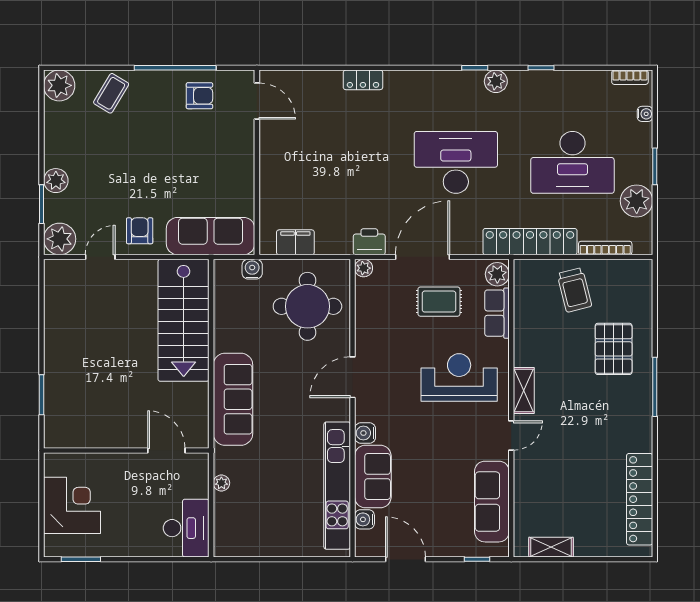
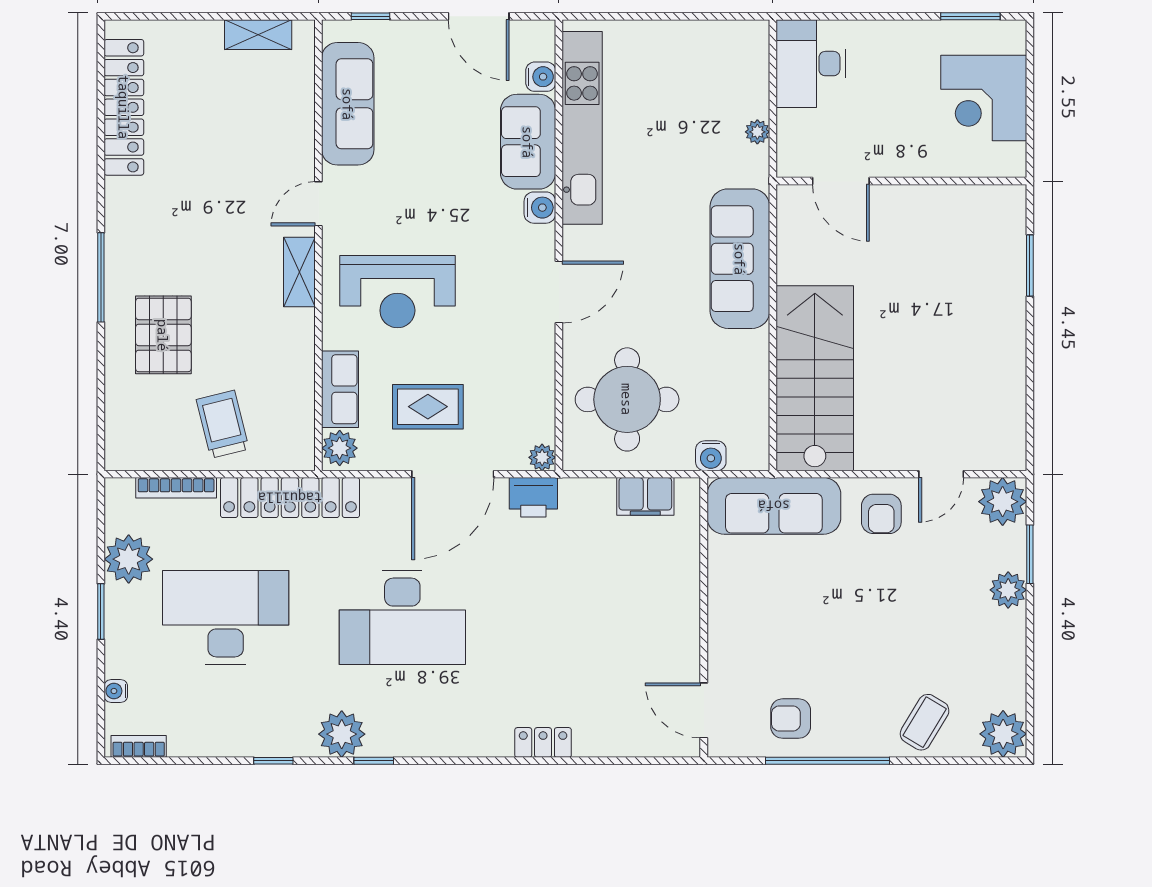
plant: (496, 81) -> (342, 734), width x1.36, depth x1.36

